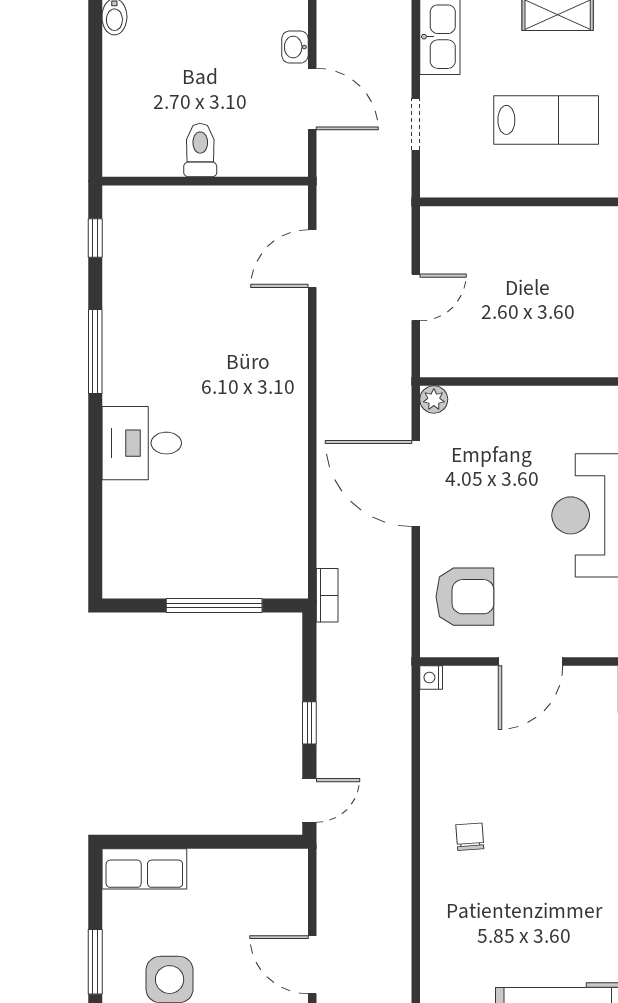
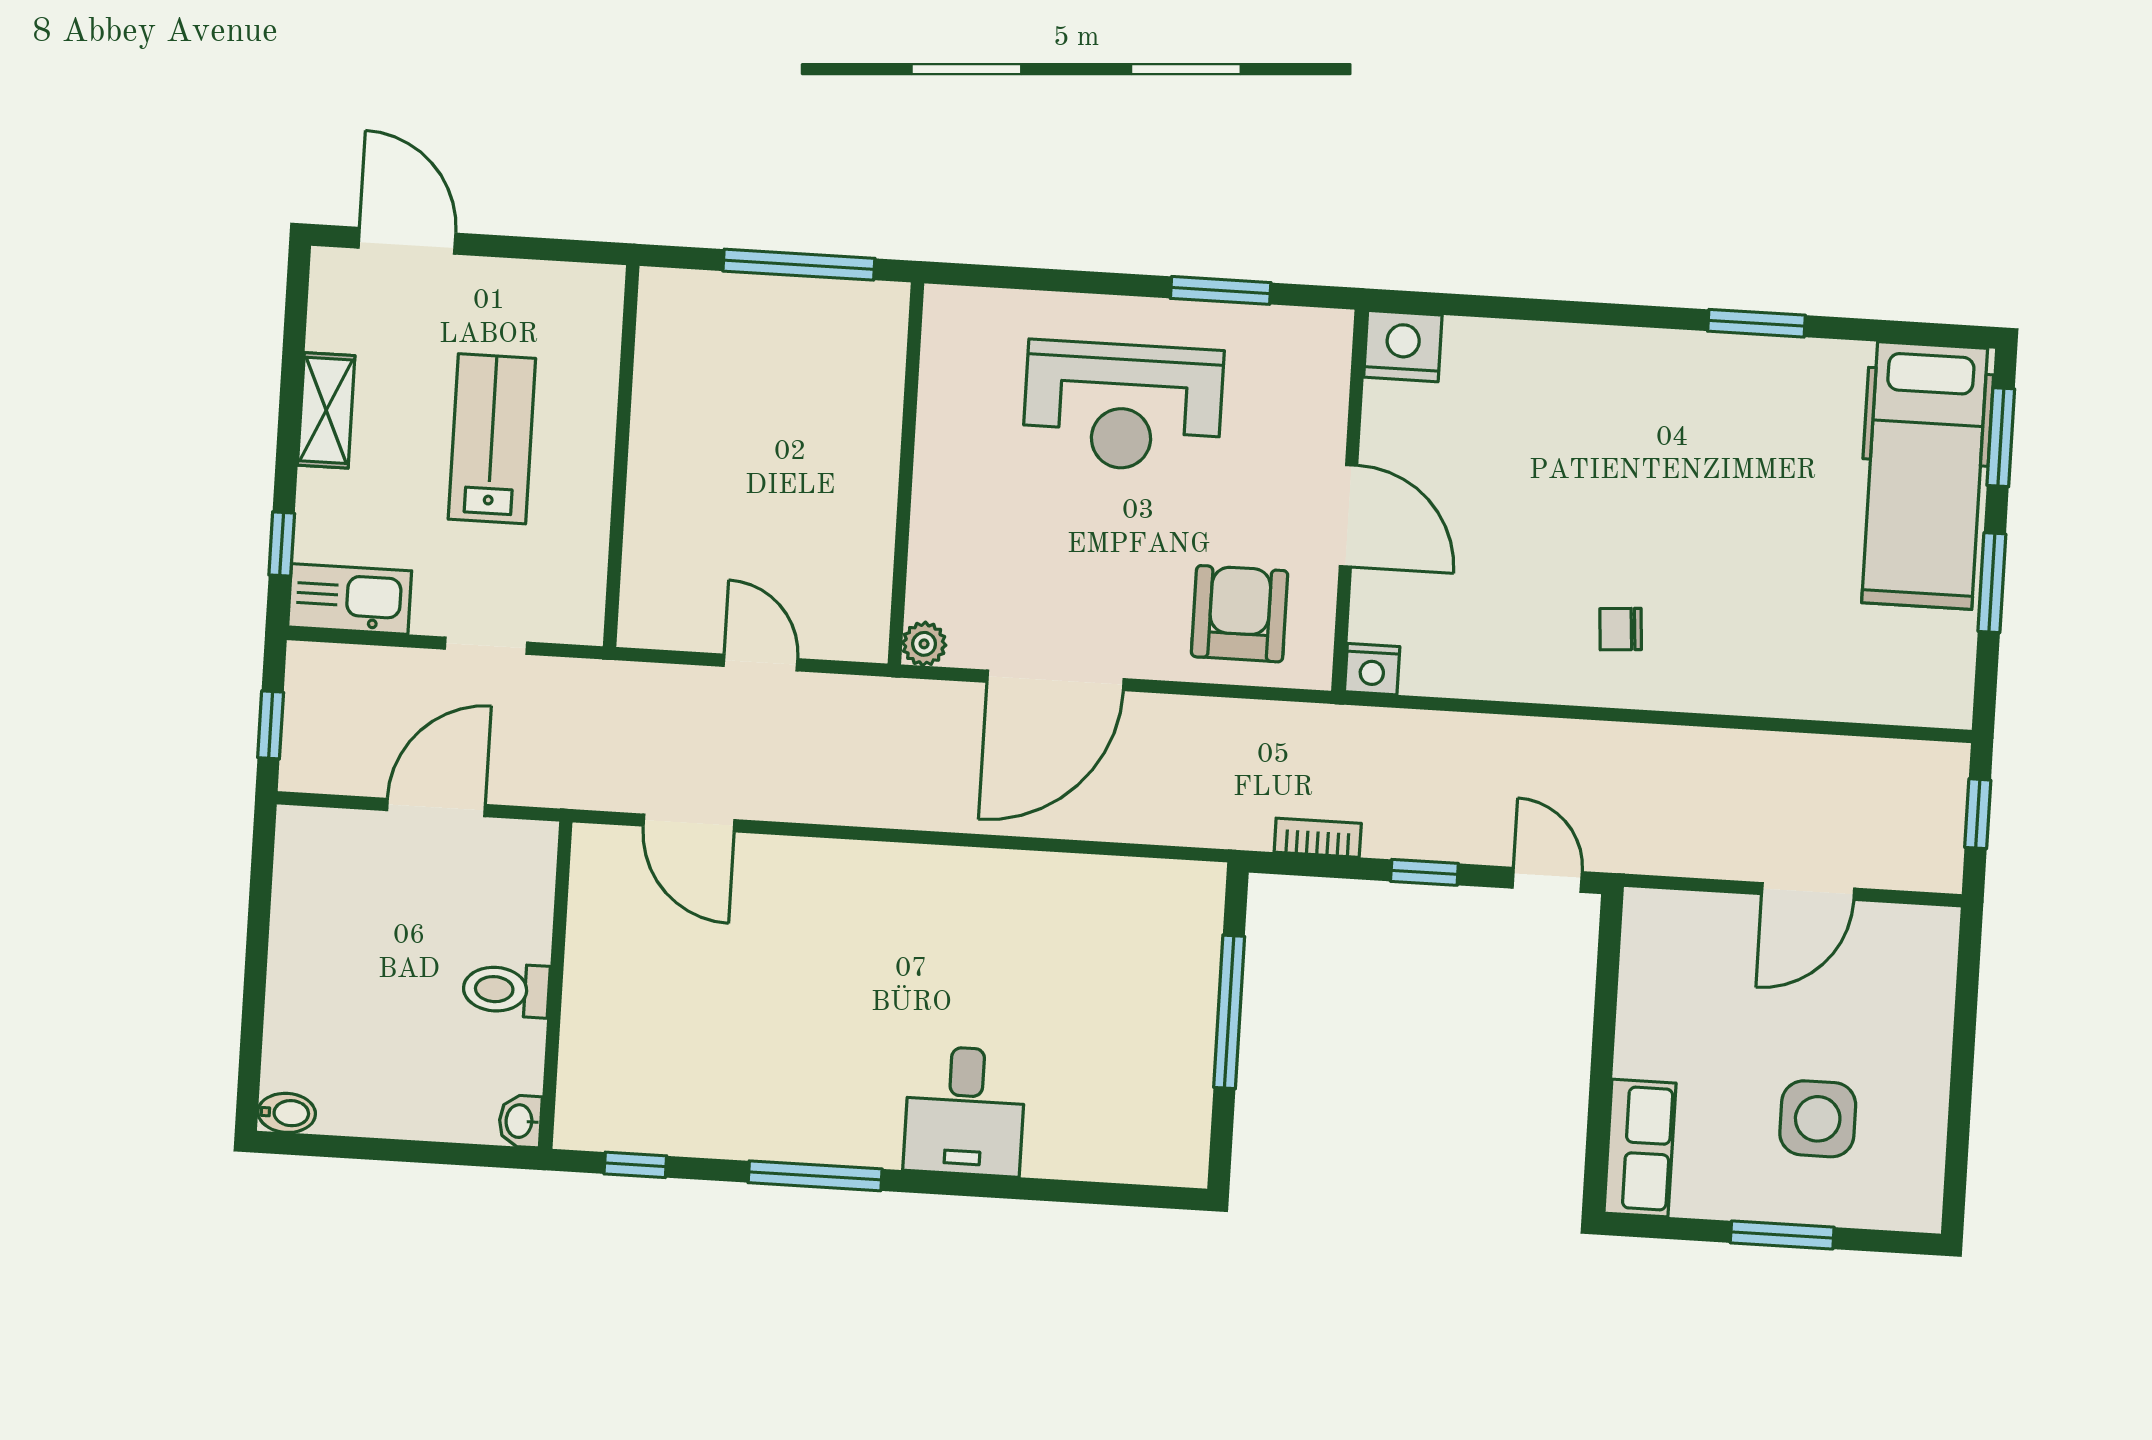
washbasin: (295, 47) -> (520, 1121), moved, turned 90
bookcase: (327, 595) -> (1318, 838), moved
nightstand: (431, 677) -> (1372, 669), width x1.39, depth x1.35

